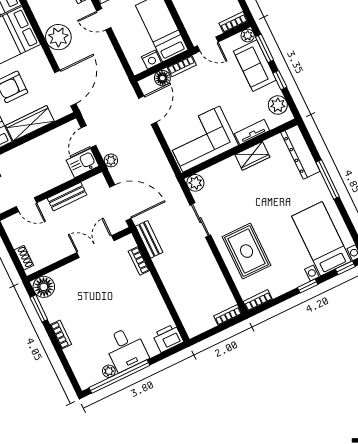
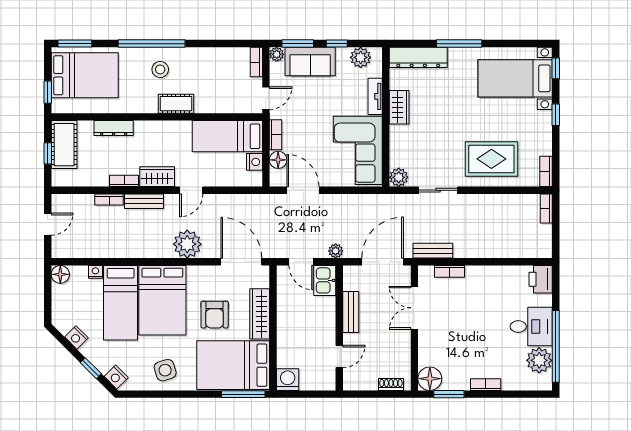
plant: (109, 371) -> (539, 360), width x1.88, depth x1.88

